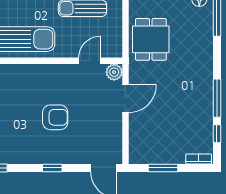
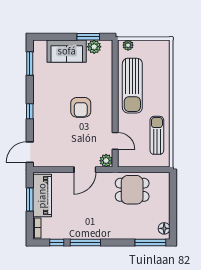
door: (125, 99) -> (85, 170), hinge flipped
armchair: (55, 117) -> (81, 107), moved
piano: (158, 152) -> (42, 196), added

